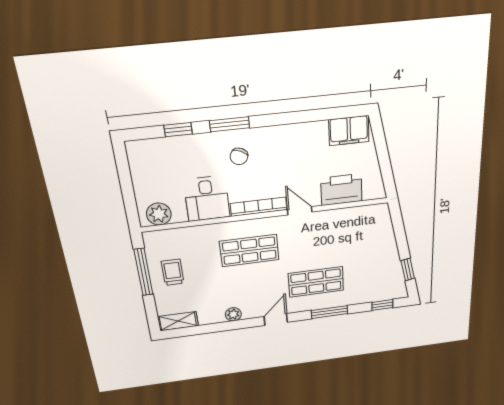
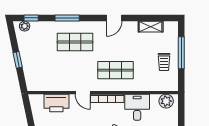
window: (408, 270) -> (18, 60), moved
window: (143, 272) -> (181, 53), moved
plant: (233, 314) -> (25, 26), moved
door: (276, 319) -> (114, 18), moved
shelving: (178, 321) -> (151, 27), moved

